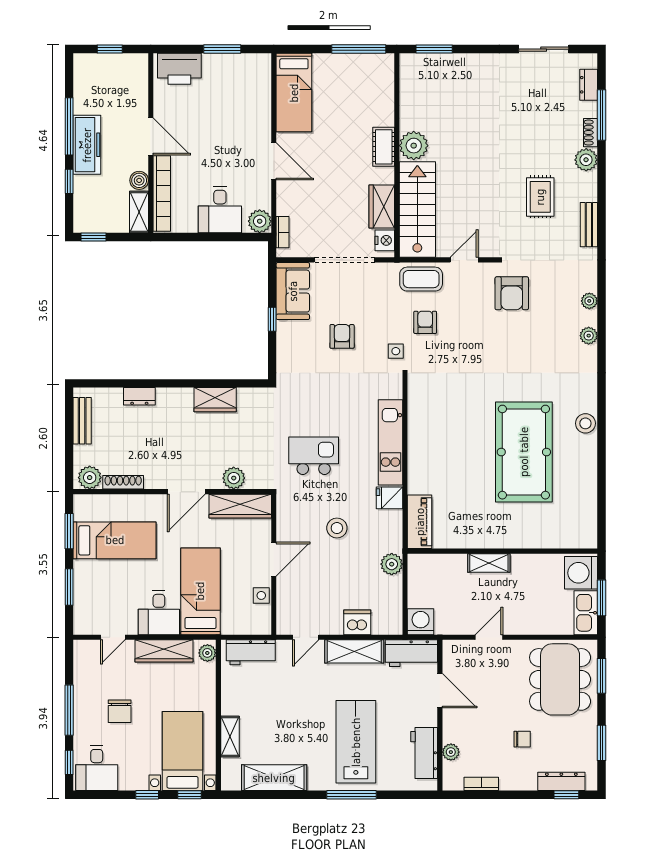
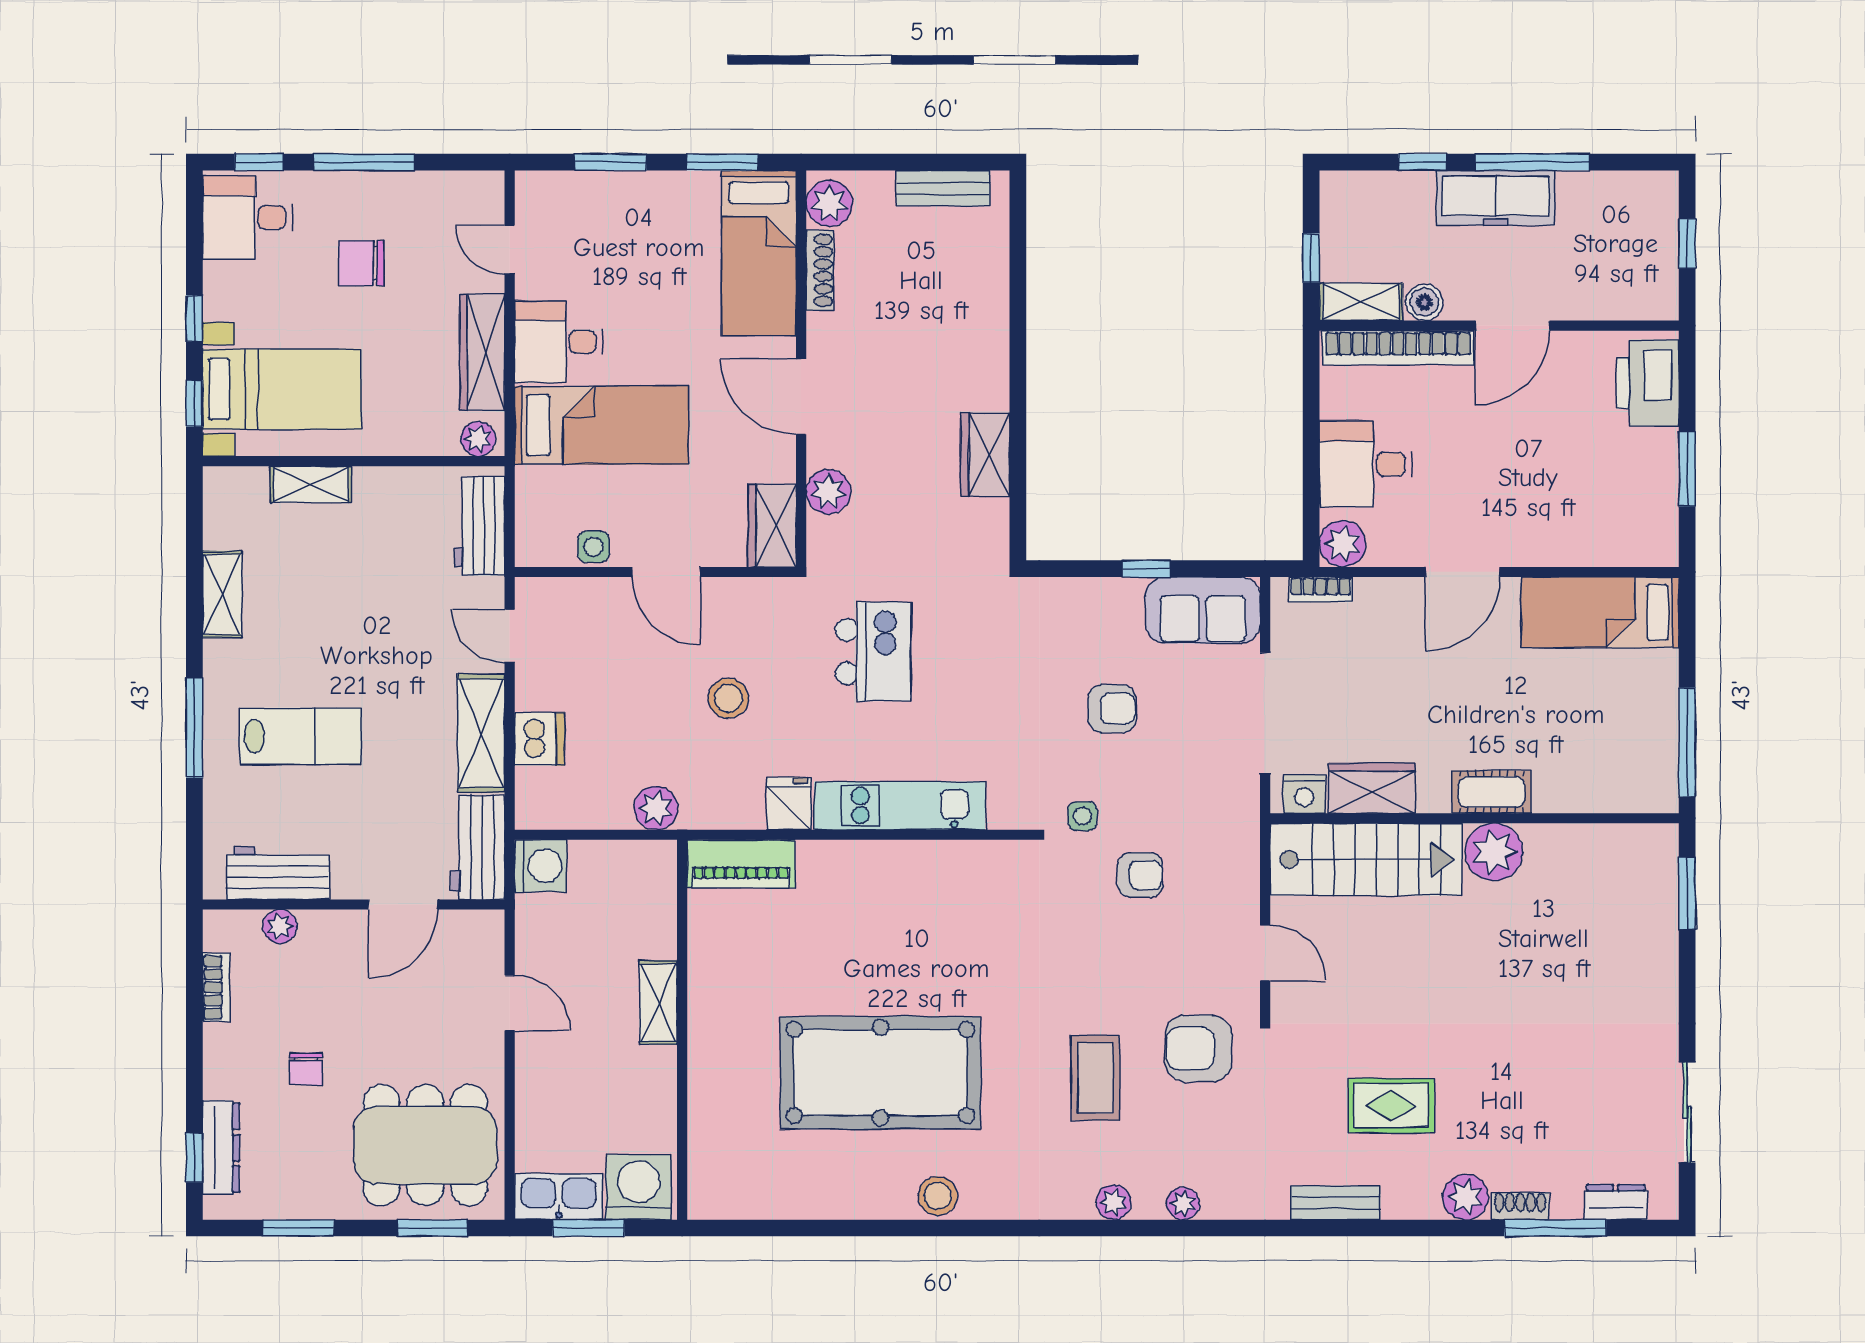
window: (93, 237) -> (1311, 258), moved
coffee table: (421, 279) -> (1095, 1078), moved
dresser: (139, 396) -> (992, 303), removed
wardrobe: (240, 506) -> (772, 525), width x0.67
bed: (115, 540) -> (759, 253), moved
lab bench: (356, 742) -> (300, 736), width x0.73, depth x0.72
shelving: (274, 778) -> (222, 594), width x0.67, depth x0.75

